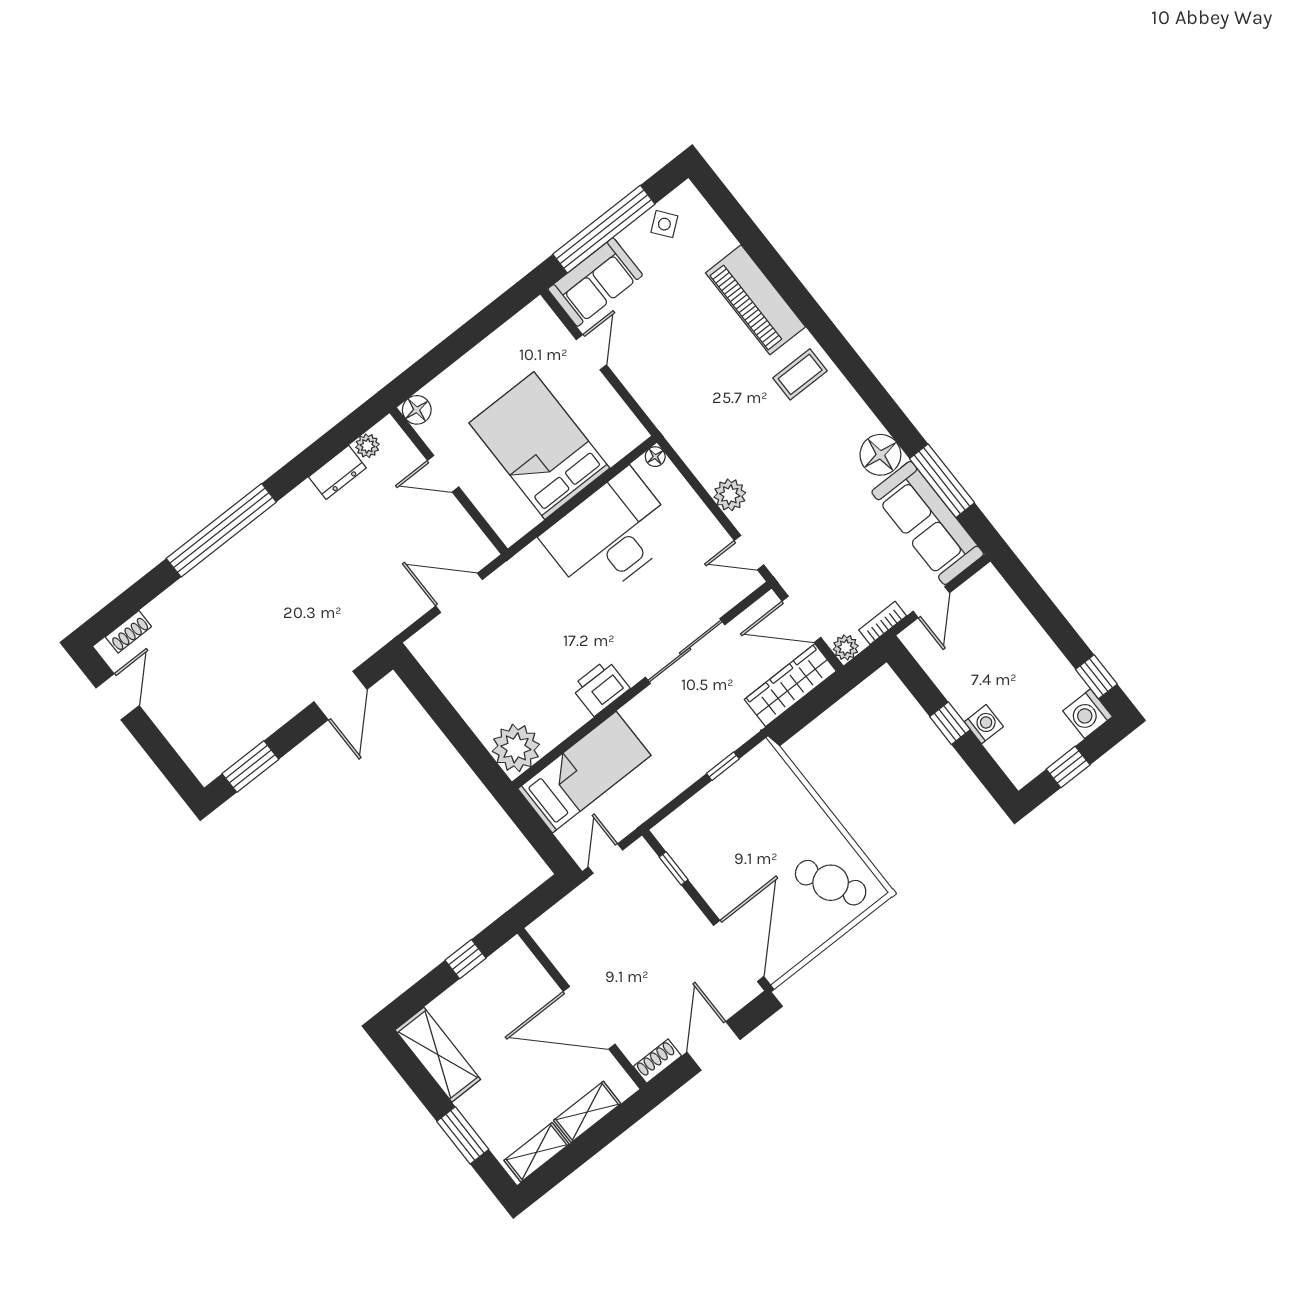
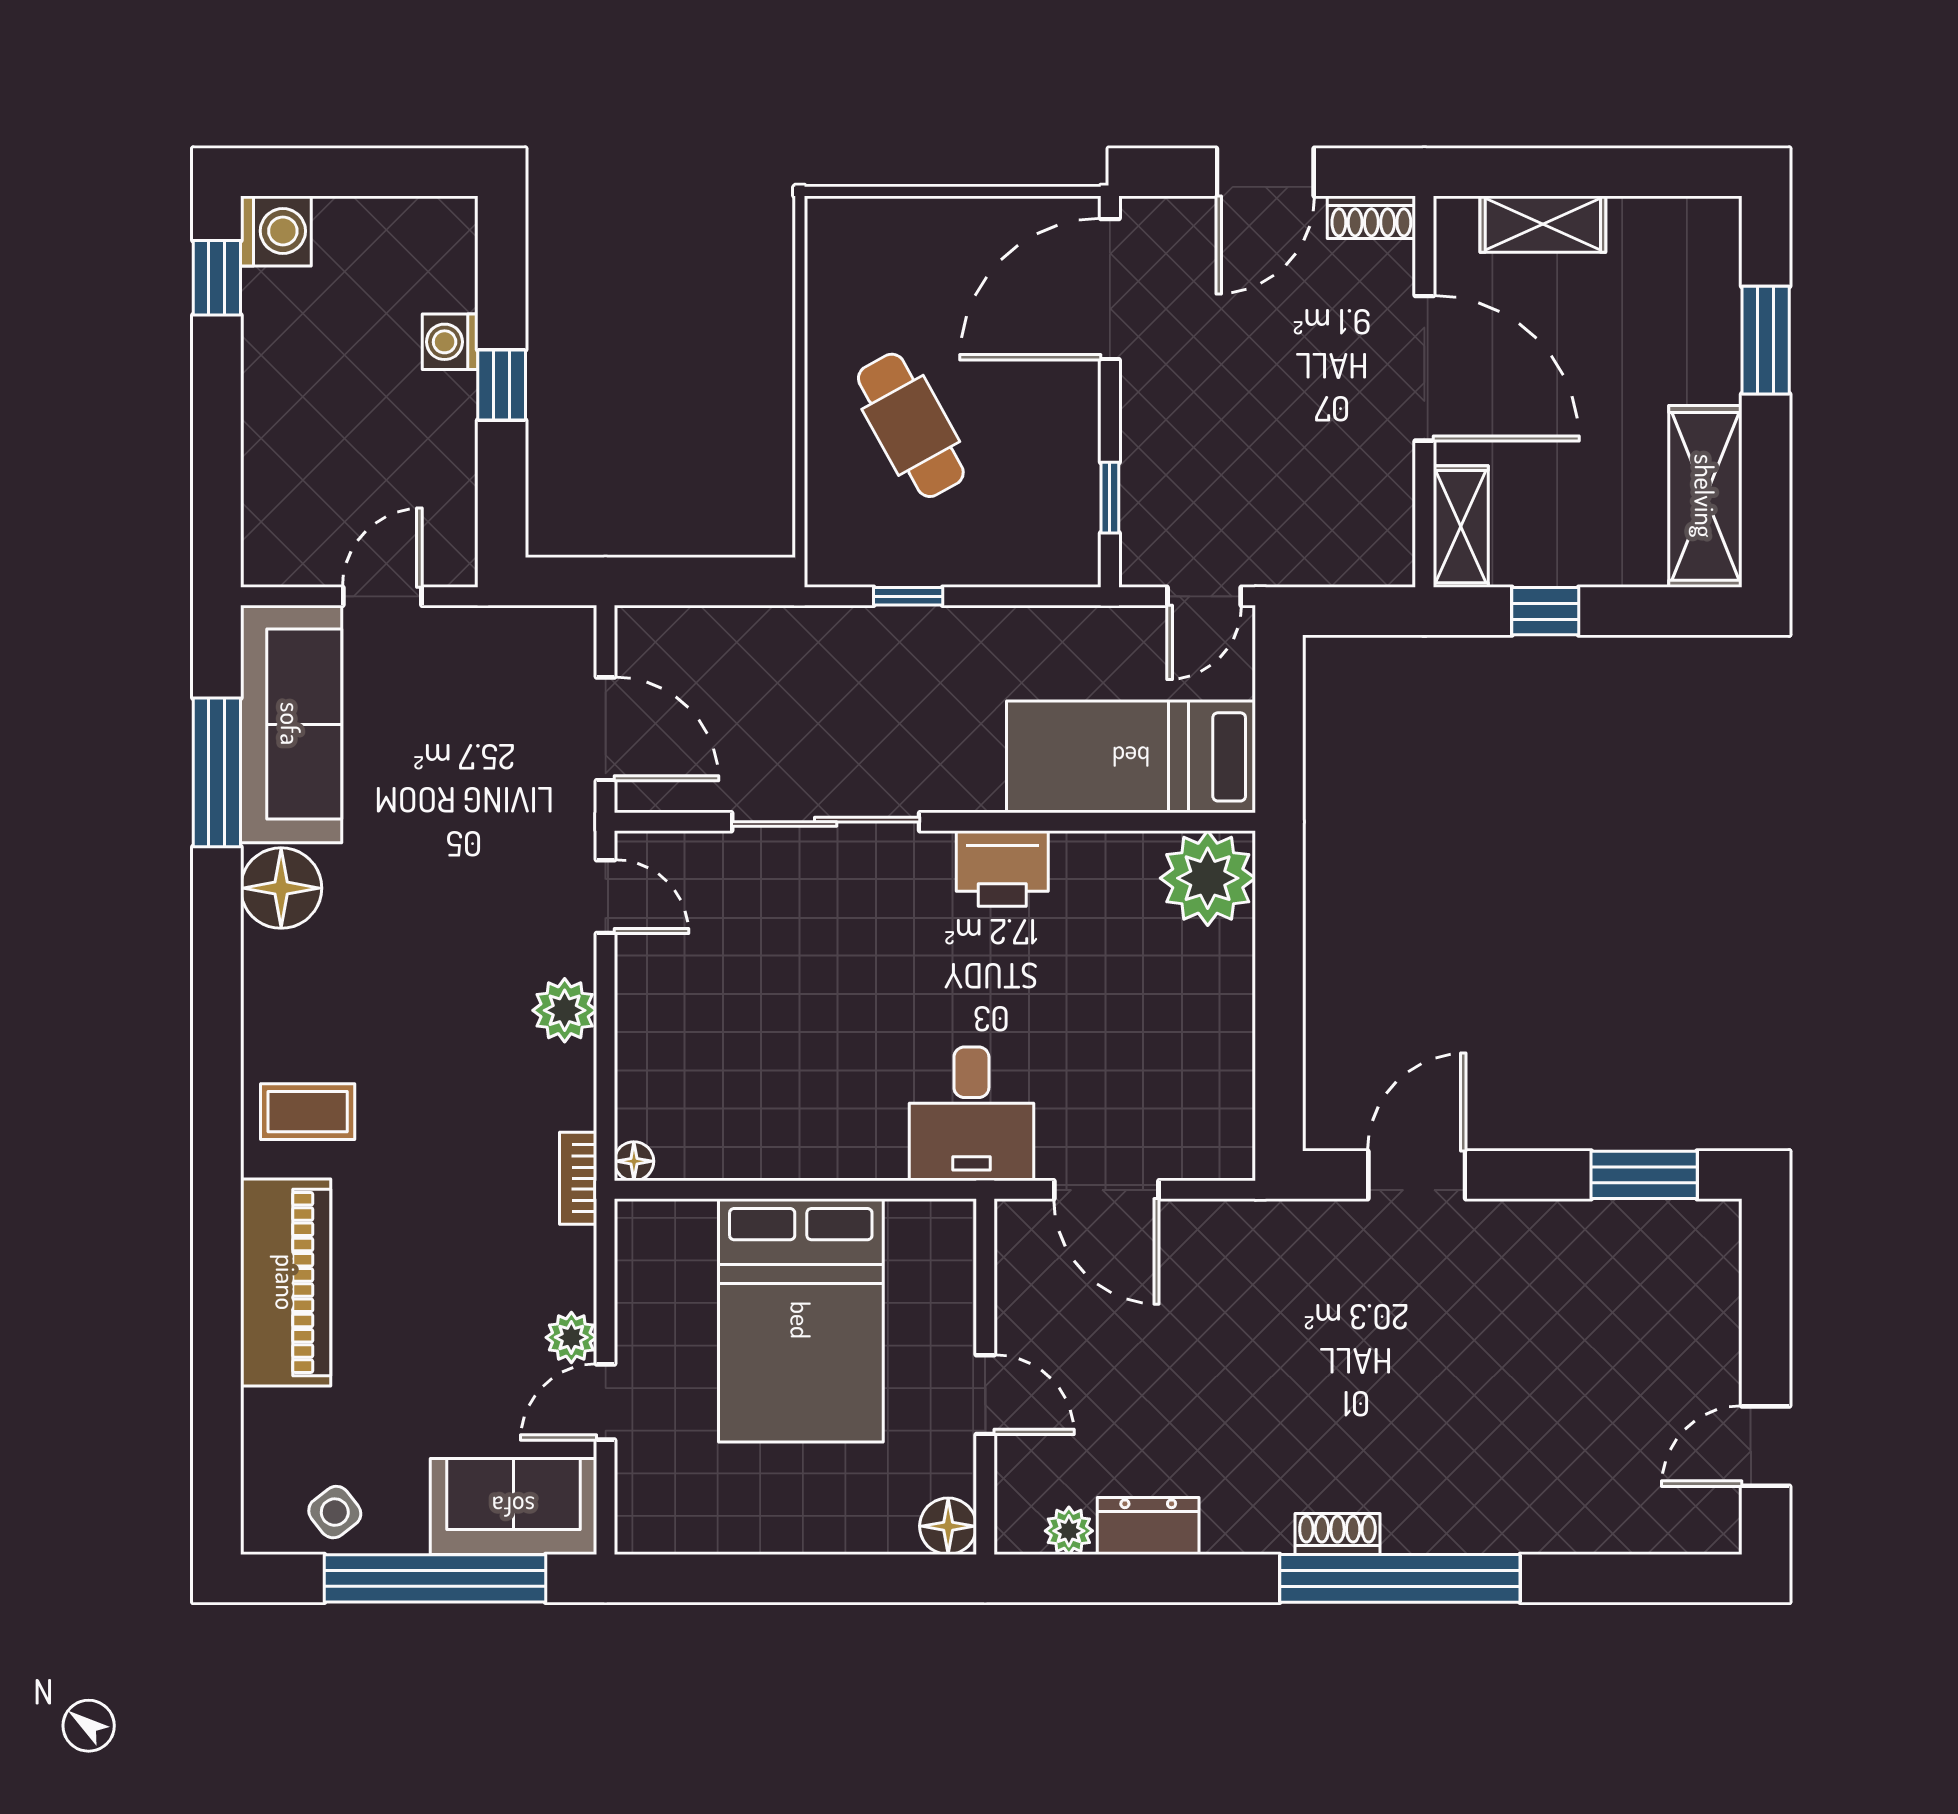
desk: (610, 535) -> (971, 1114), moved, width x0.53, depth x0.77
bookcase: (883, 623) -> (578, 1178), moved, turned 90
shoe rack: (128, 632) -> (1337, 1534), moved
plant: (846, 647) -> (571, 1337), moved
wardrobe: (790, 685) -> (704, 640), removed
window: (1068, 767) -> (371, 172), removed
cafe table: (831, 883) -> (911, 425), moved
shelving: (537, 1152) -> (1461, 527), moved, turned 90

